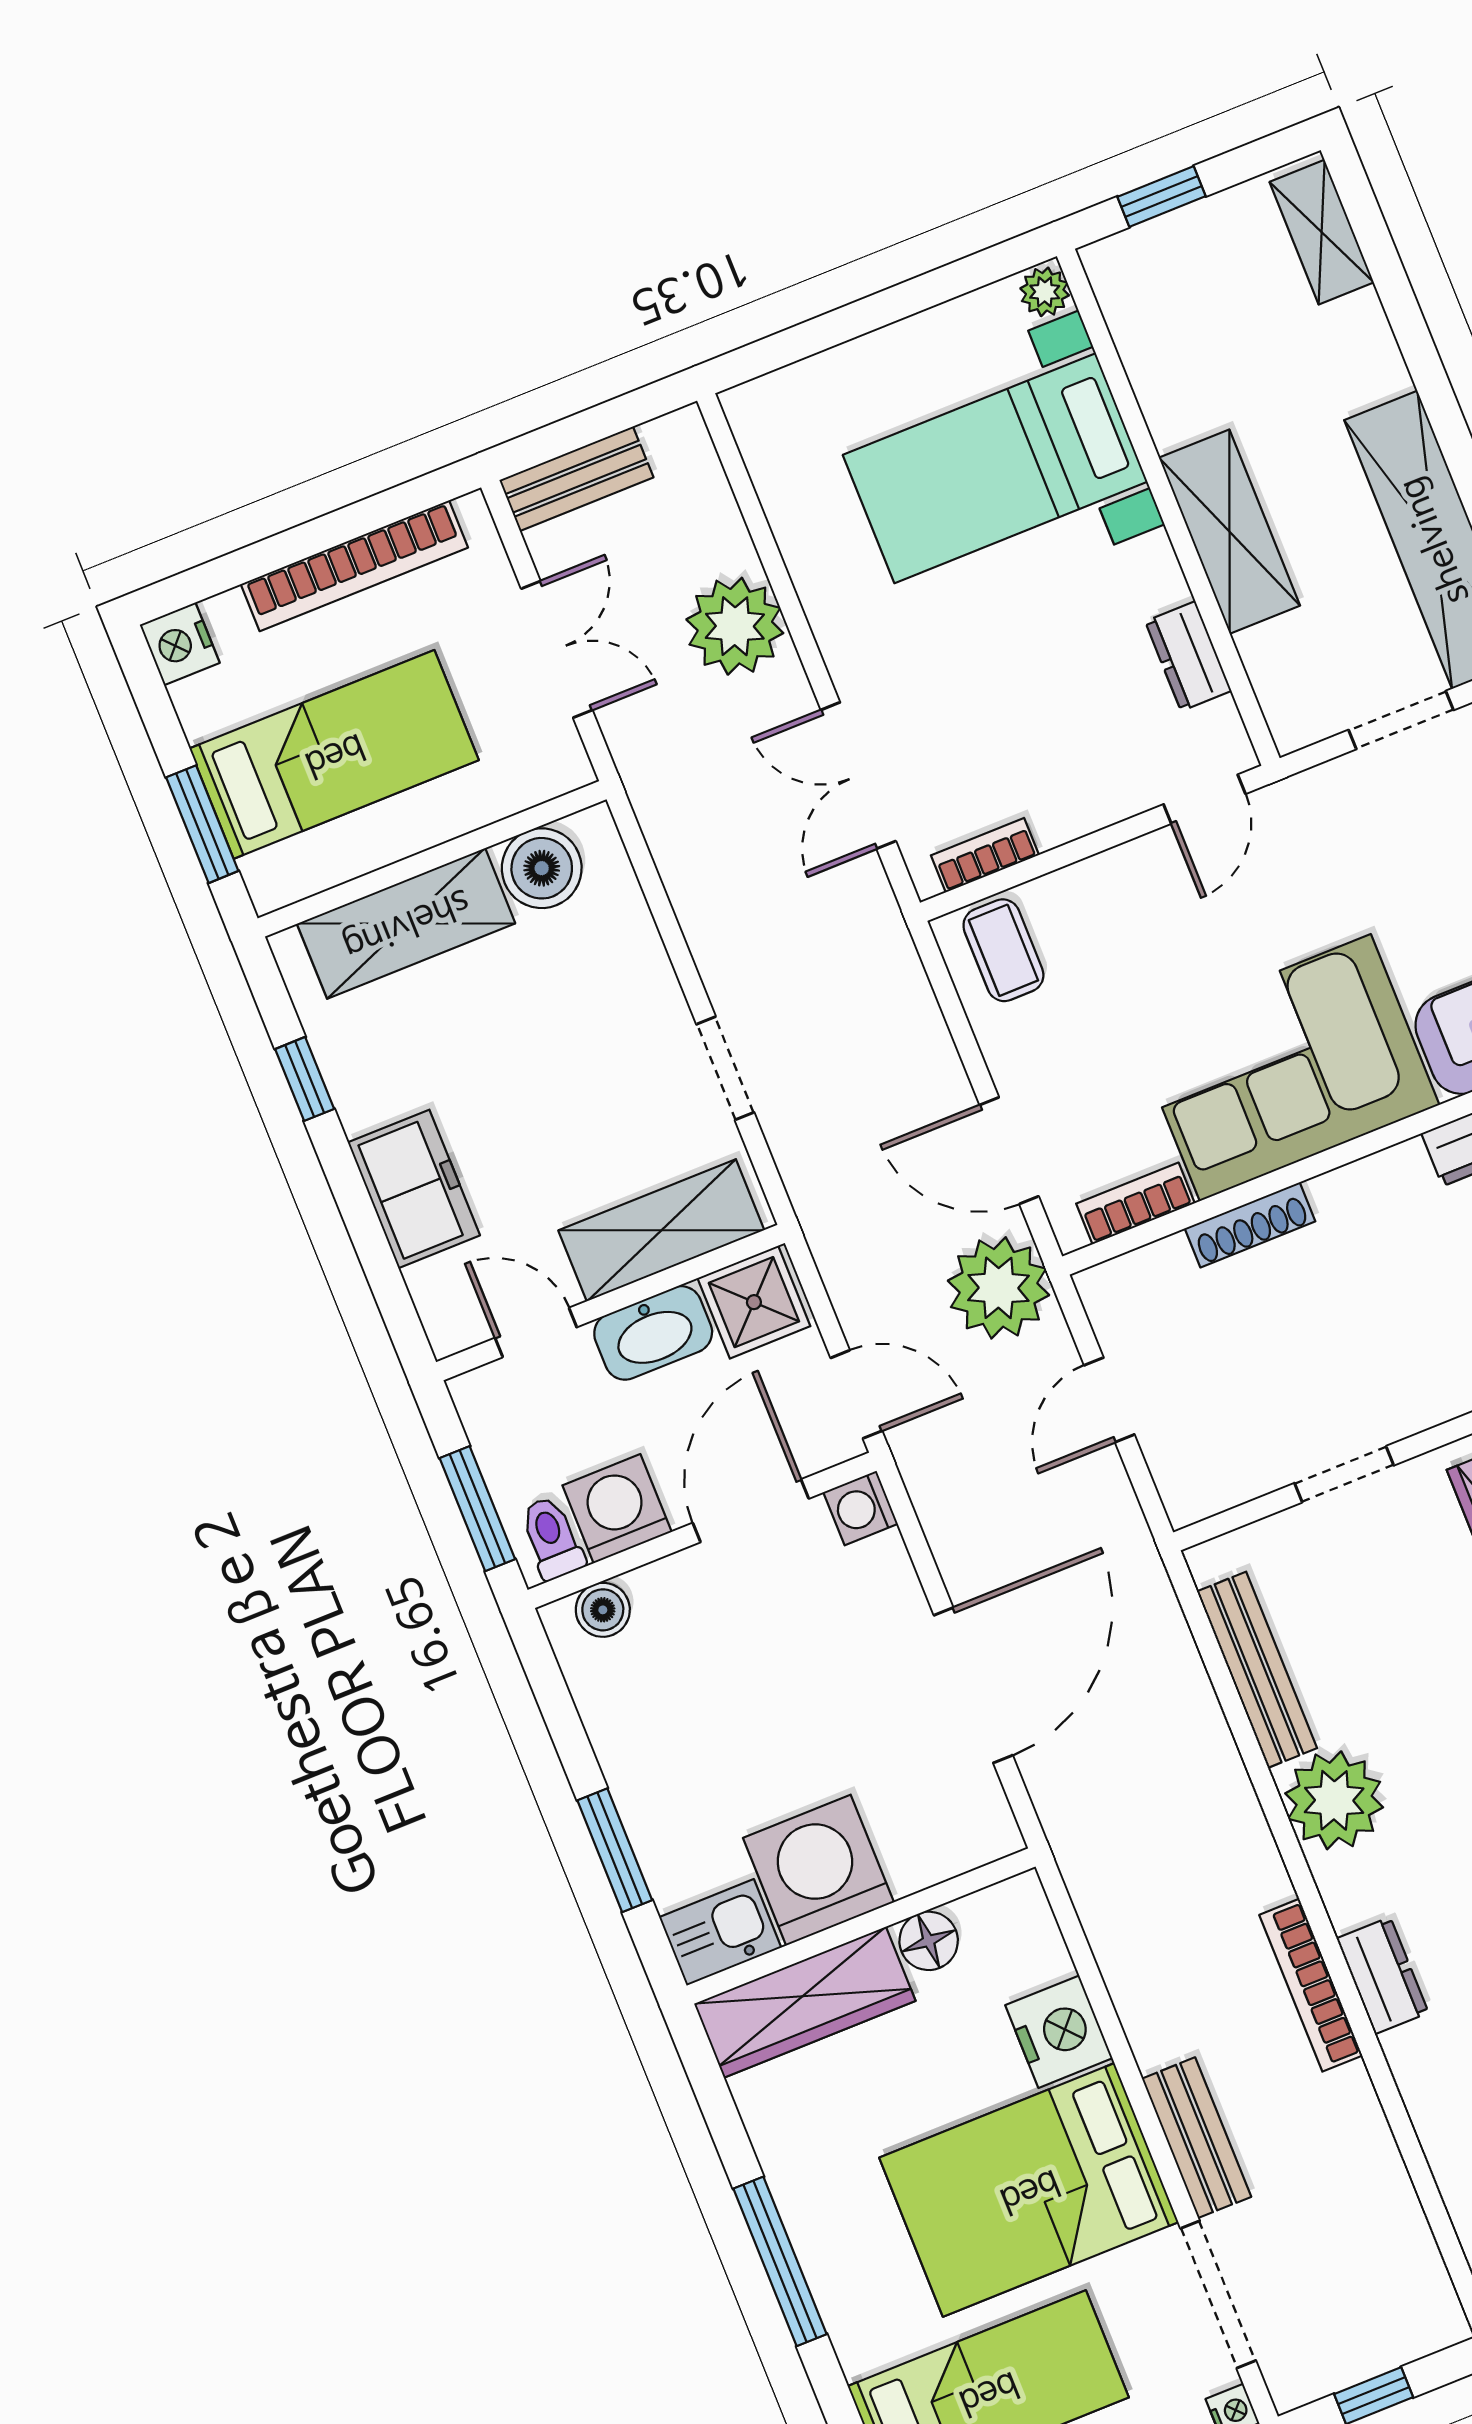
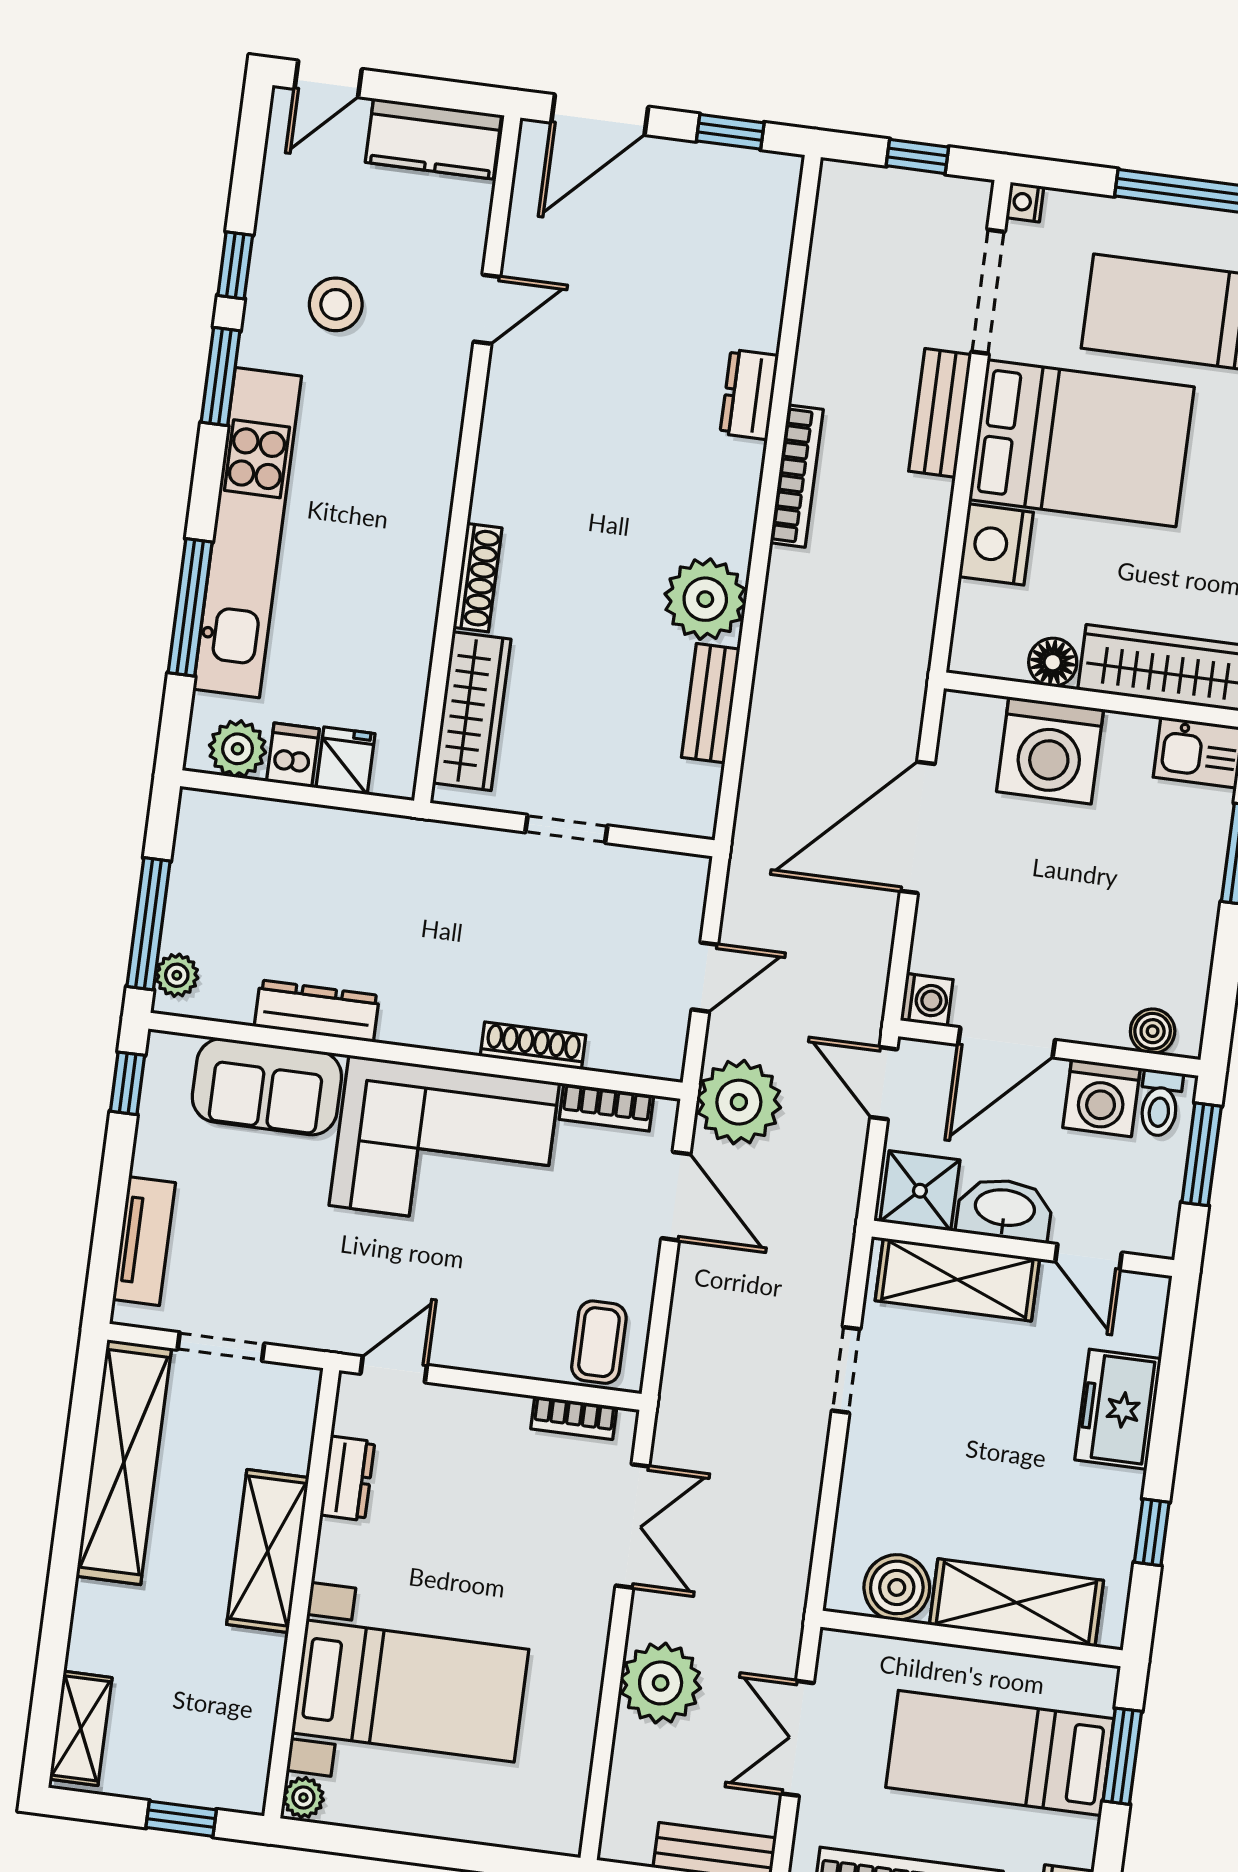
bench: (1257, 1670) -> (711, 703), width x0.73
washing machine: (818, 1870) -> (1050, 750), moved
dresser: (1383, 1976) -> (749, 394), moved

